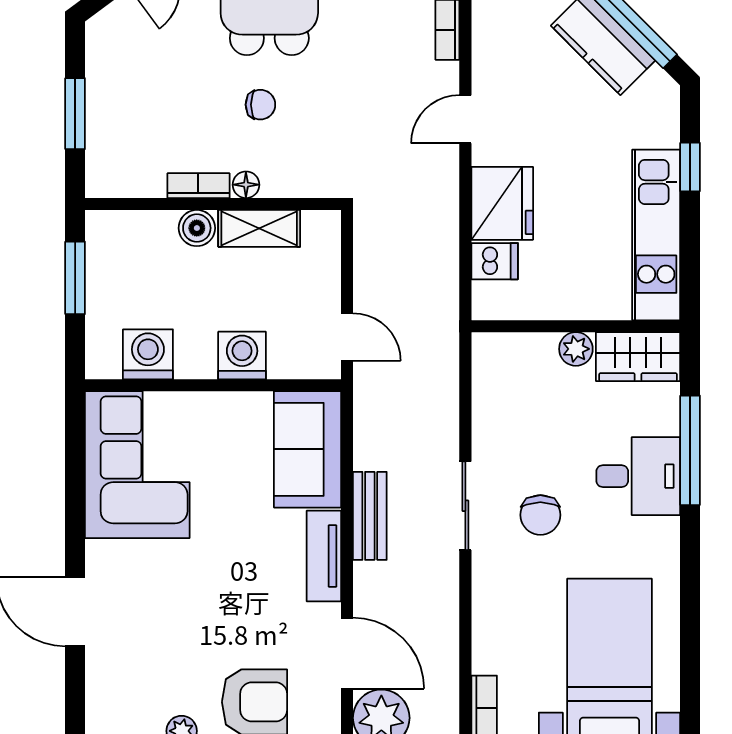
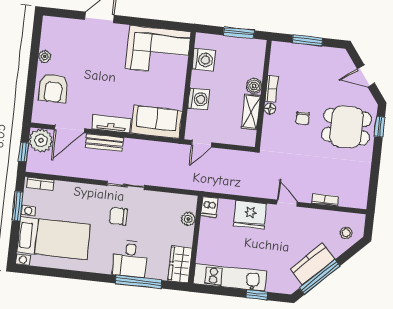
dishwasher: (495, 261) -> (209, 207), moved
plant: (576, 349) -> (188, 219), moved
bench: (370, 516) -> (104, 143), moved

